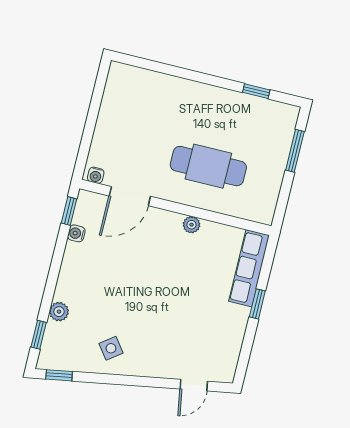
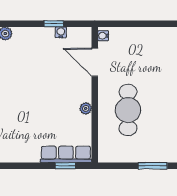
window: (69, 211) -> (54, 24), moved
window: (257, 304) -> (65, 166), moved

